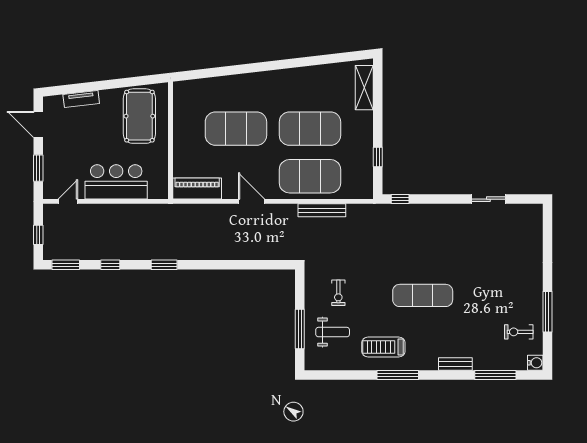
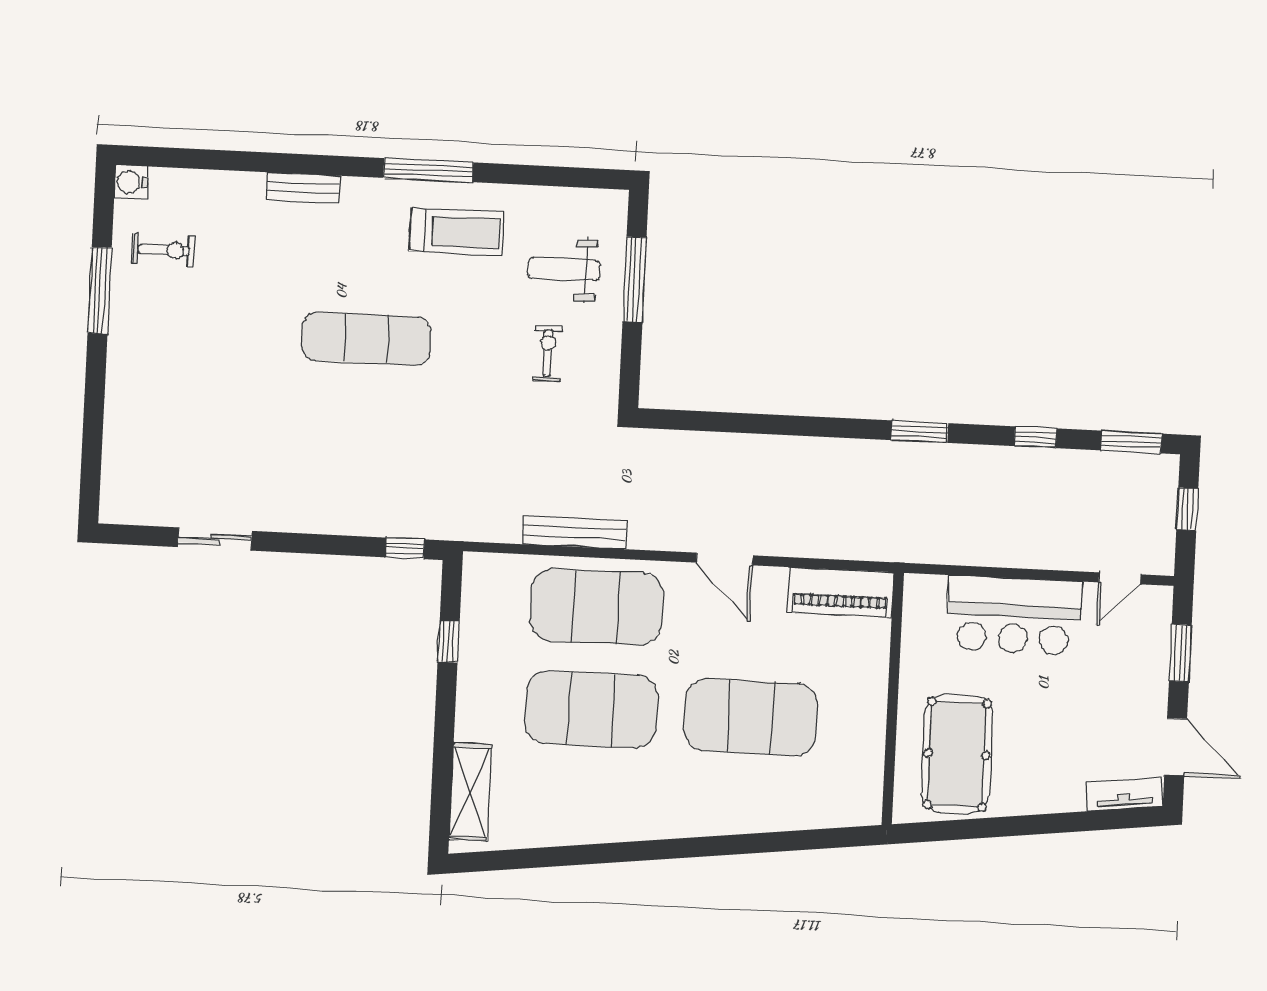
tv unit: (81, 99) -> (1124, 794), moved
window: (495, 375) -> (218, 160), removed

